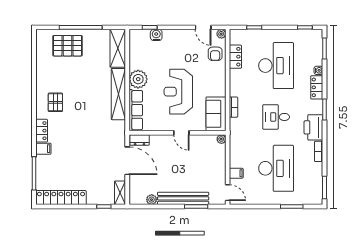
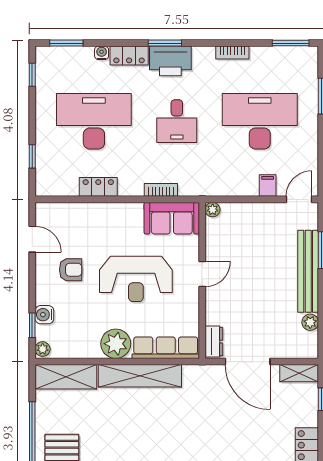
door: (203, 27) -> (32, 239), hinge flipped
plant: (221, 34) -> (43, 349), moved
armchair: (215, 54) -> (71, 270), moved
locker: (235, 57) -> (98, 187), moved
printer: (313, 127) -> (170, 61), moved
door: (127, 161) -> (248, 362), swing flipped

